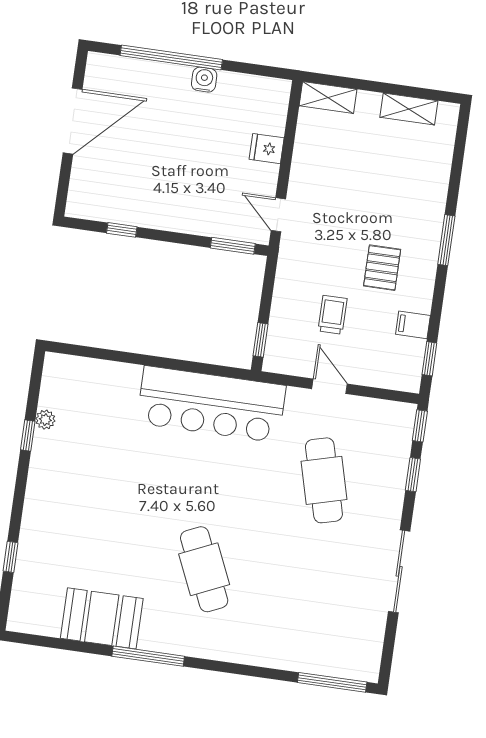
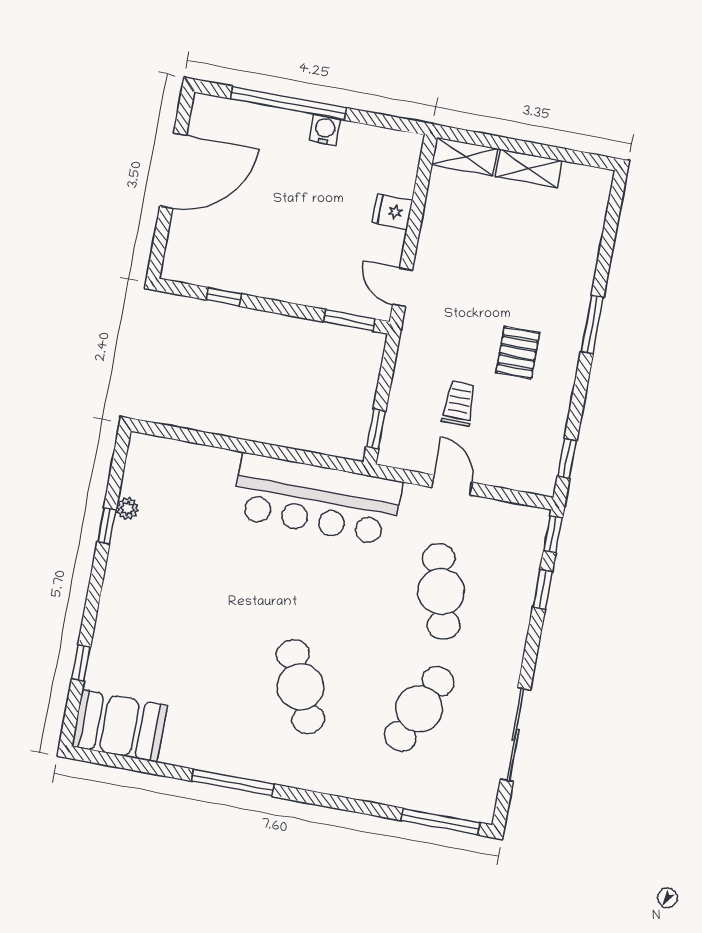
shelving: (409, 109) -> (528, 169), moved
filing cabinet: (413, 325) -> (550, 419), removed
sliding door: (399, 571) -> (515, 735), moved
cafe table: (309, 584) -> (419, 709), added
booth: (102, 618) -> (119, 726), moved

